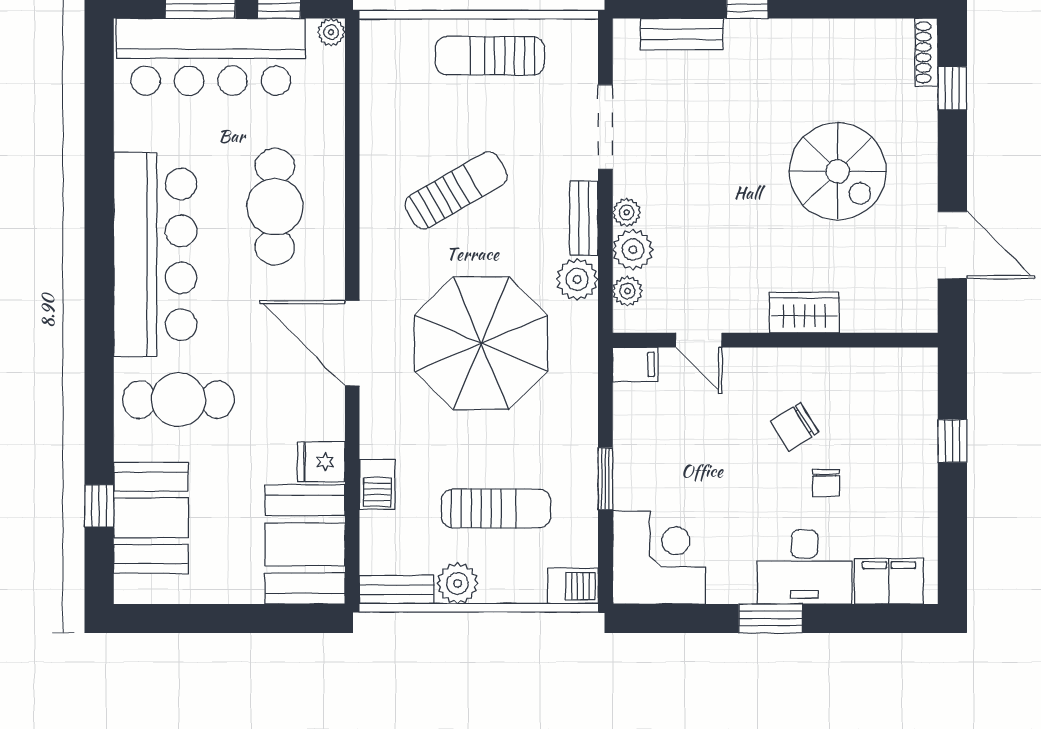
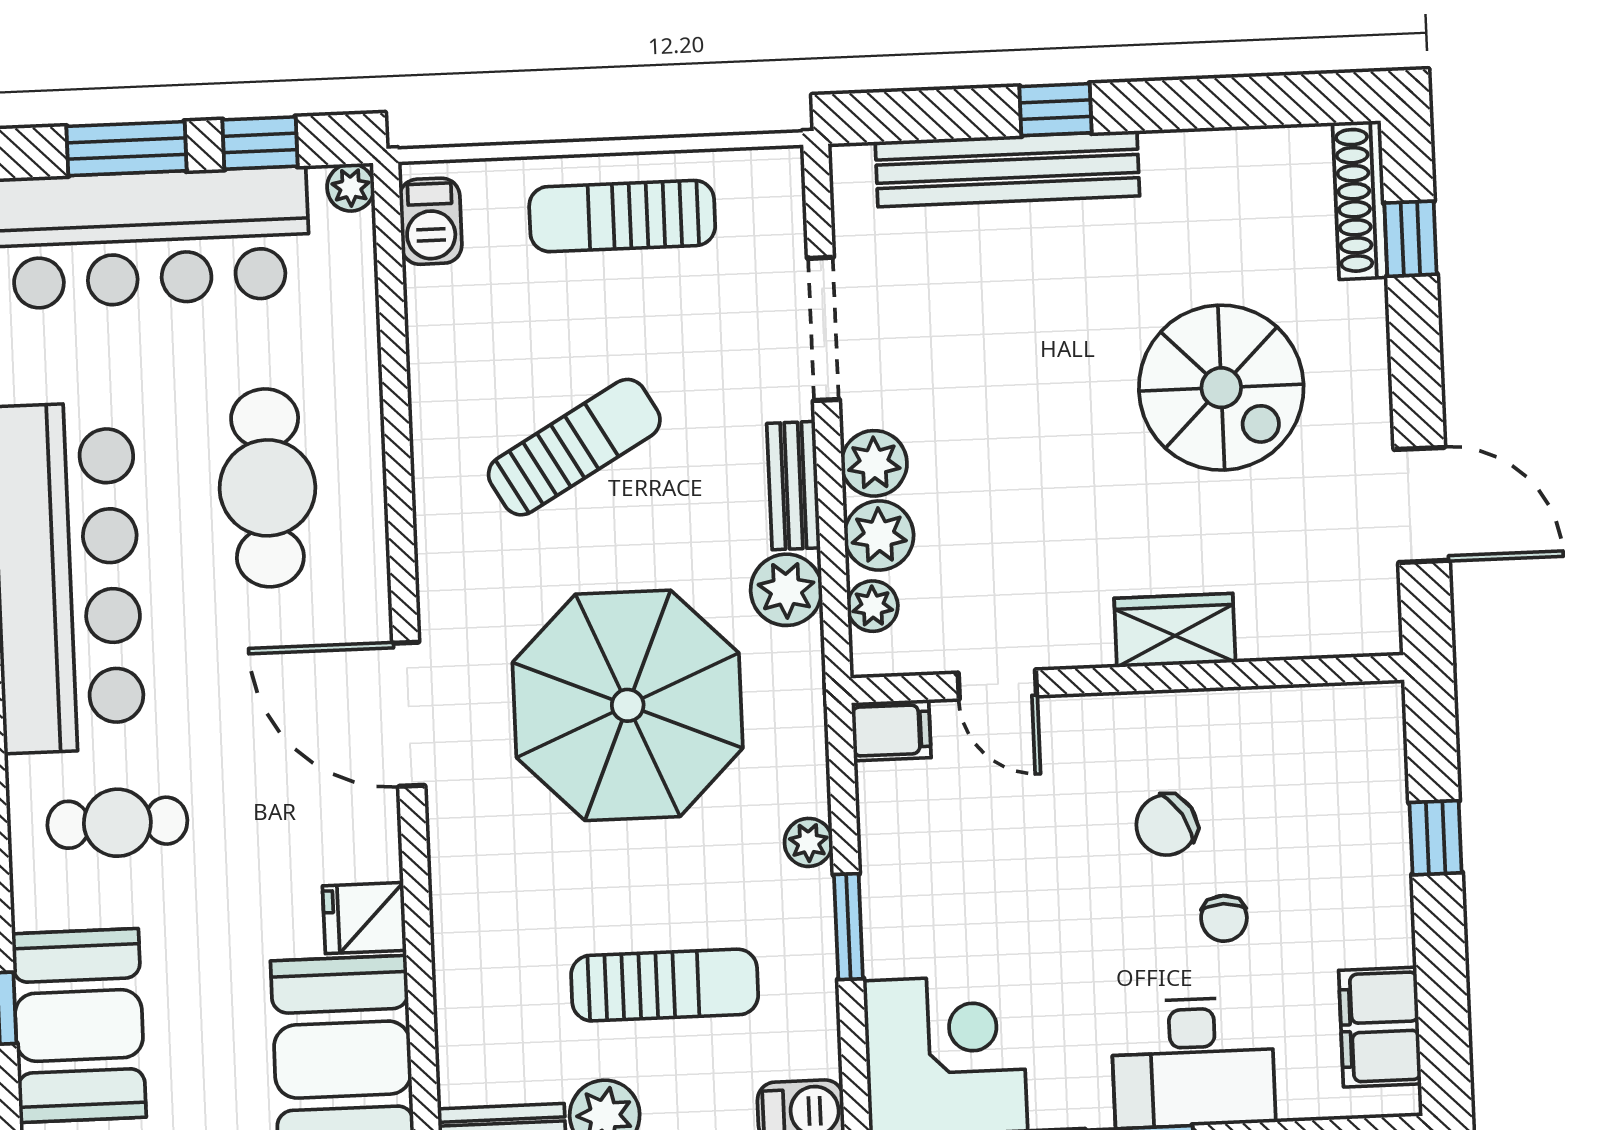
bench: (682, 34) -> (1007, 169), width x1.86, depth x1.21
shoe rack: (926, 52) -> (1360, 200), width x1.36, depth x1.24
plant: (627, 212) -> (874, 463), width x1.38, depth x1.38
cafe table: (178, 400) -> (117, 823), width x0.73, depth x0.74
plant: (584, 428) -> (809, 842), added
barbecue: (377, 484) -> (431, 221), moved
filing cabinet: (889, 581) -> (1380, 1027), moved, turned -90

